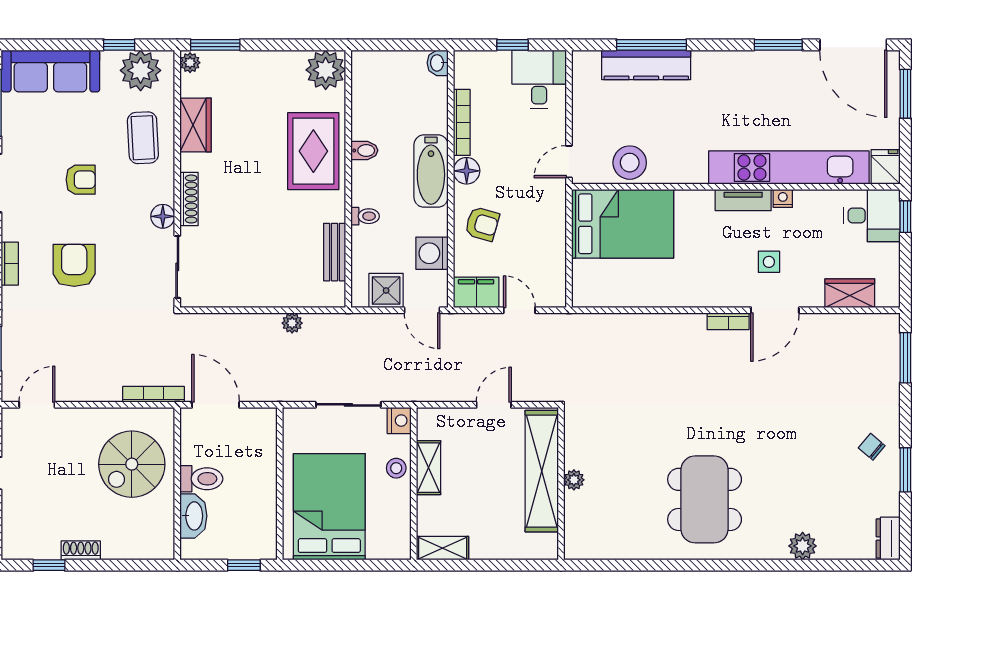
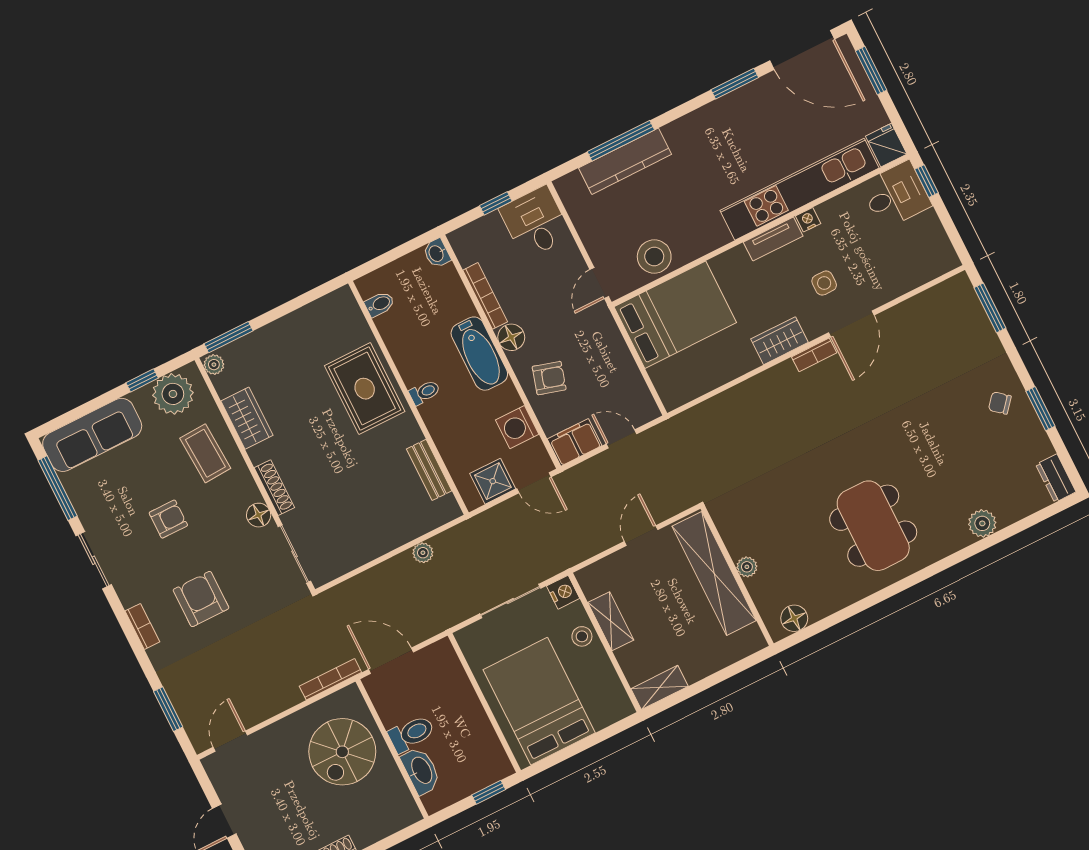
plant: (326, 70) -> (339, 310), removed
bidet: (364, 150) -> (380, 304), moved
toilet: (365, 216) -> (425, 392), moved
wardrobe: (850, 293) -> (779, 341), moved
floor lamp: (593, 547) -> (794, 618), added

